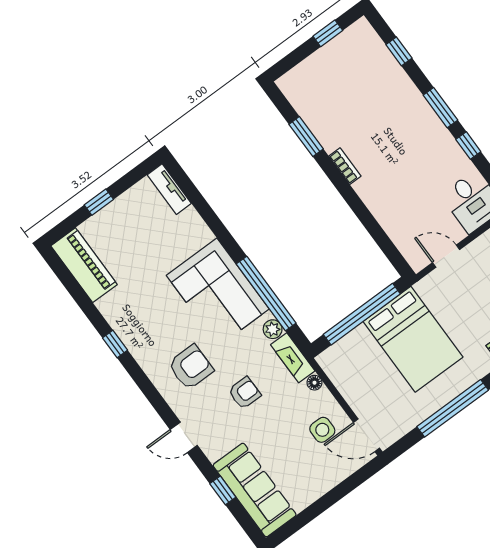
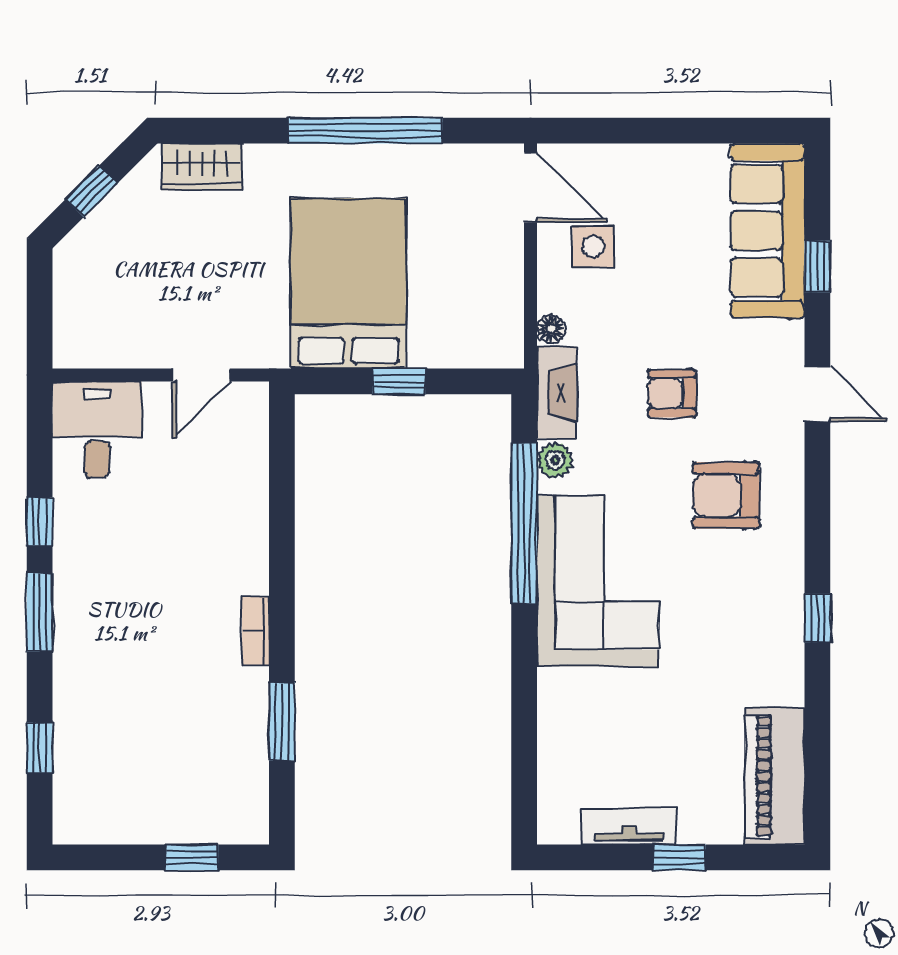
window: (328, 33) -> (192, 857), moved
tv unit: (169, 189) -> (629, 826), moved, turned -90
door: (446, 256) -> (201, 375), hinge flipped
window: (362, 314) -> (399, 381), width x0.32

